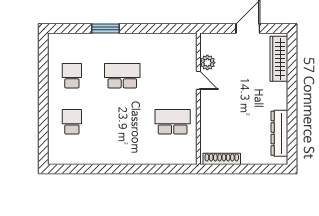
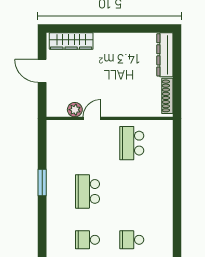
window: (105, 29) -> (42, 182), moved
dresser: (279, 133) -> (165, 55), moved, turned 90

